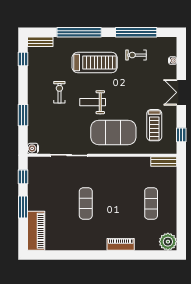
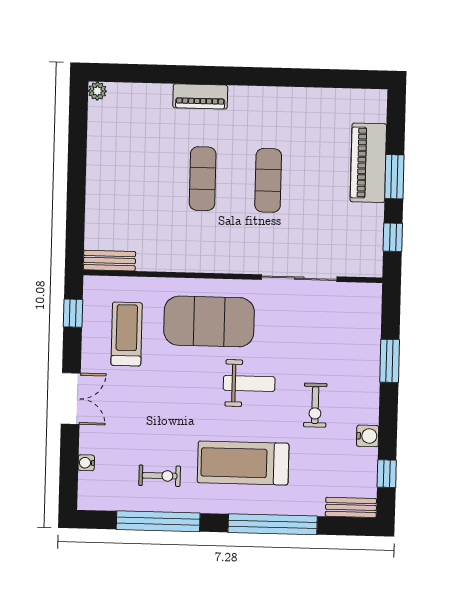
water cooler: (33, 148) -> (368, 436), moved
exercise mat: (151, 203) -> (203, 179), moved
piano: (36, 231) -> (368, 163), moved
plant: (168, 242) -> (97, 91), width x0.53, depth x0.53

